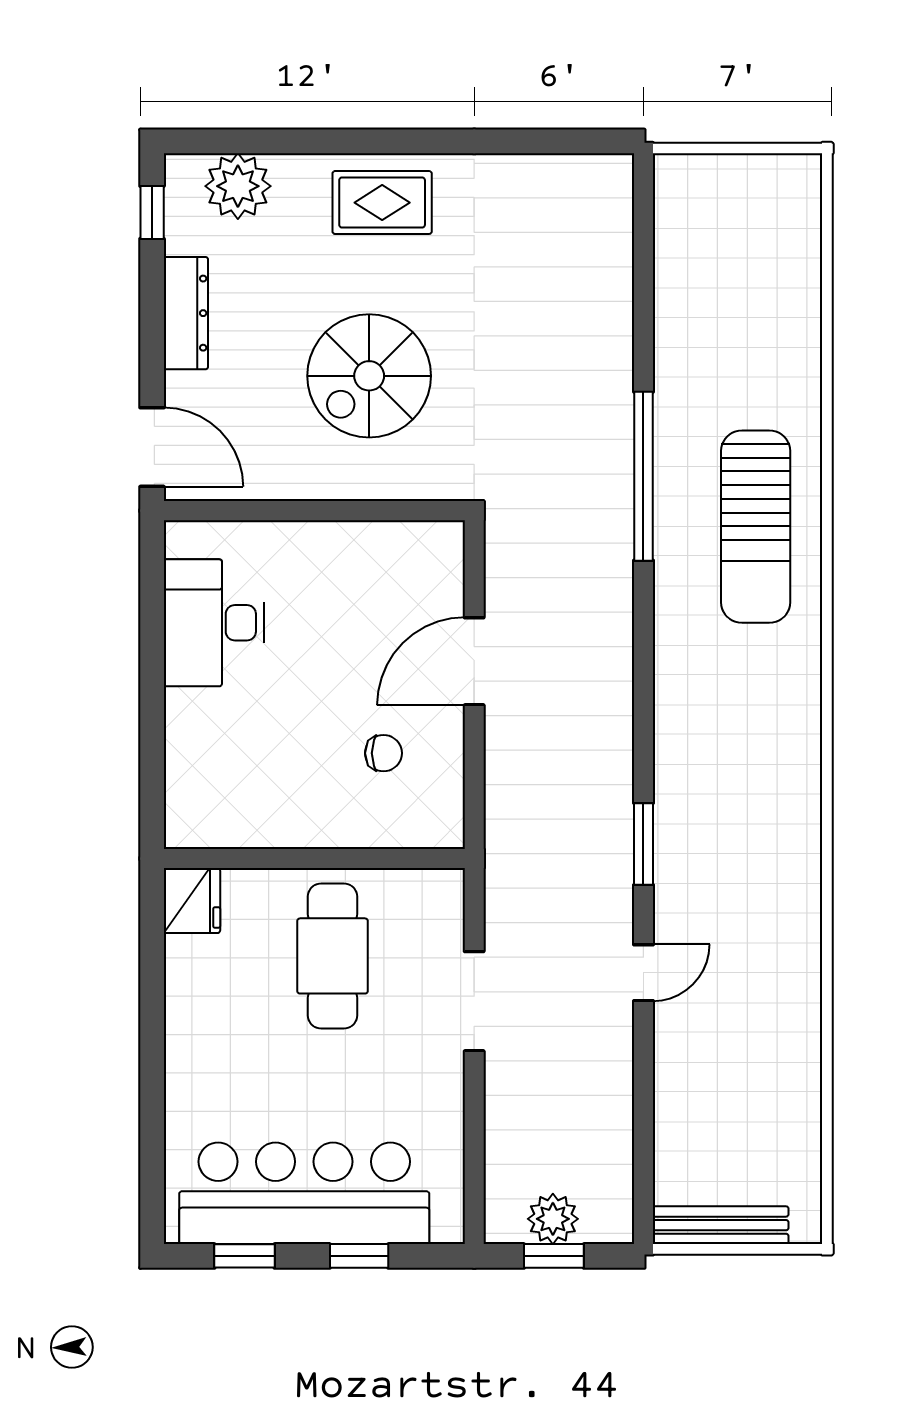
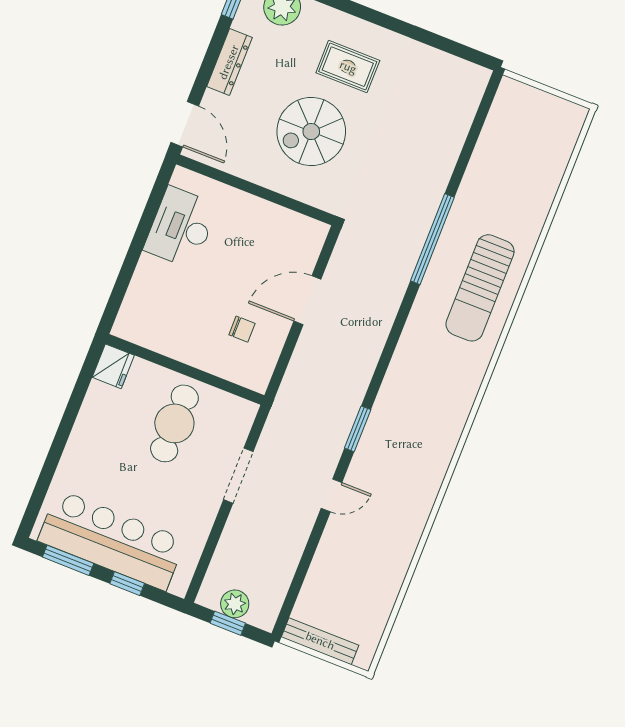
rug: (382, 203) -> (348, 67), moved
window: (245, 1256) -> (68, 560), width x1.50

